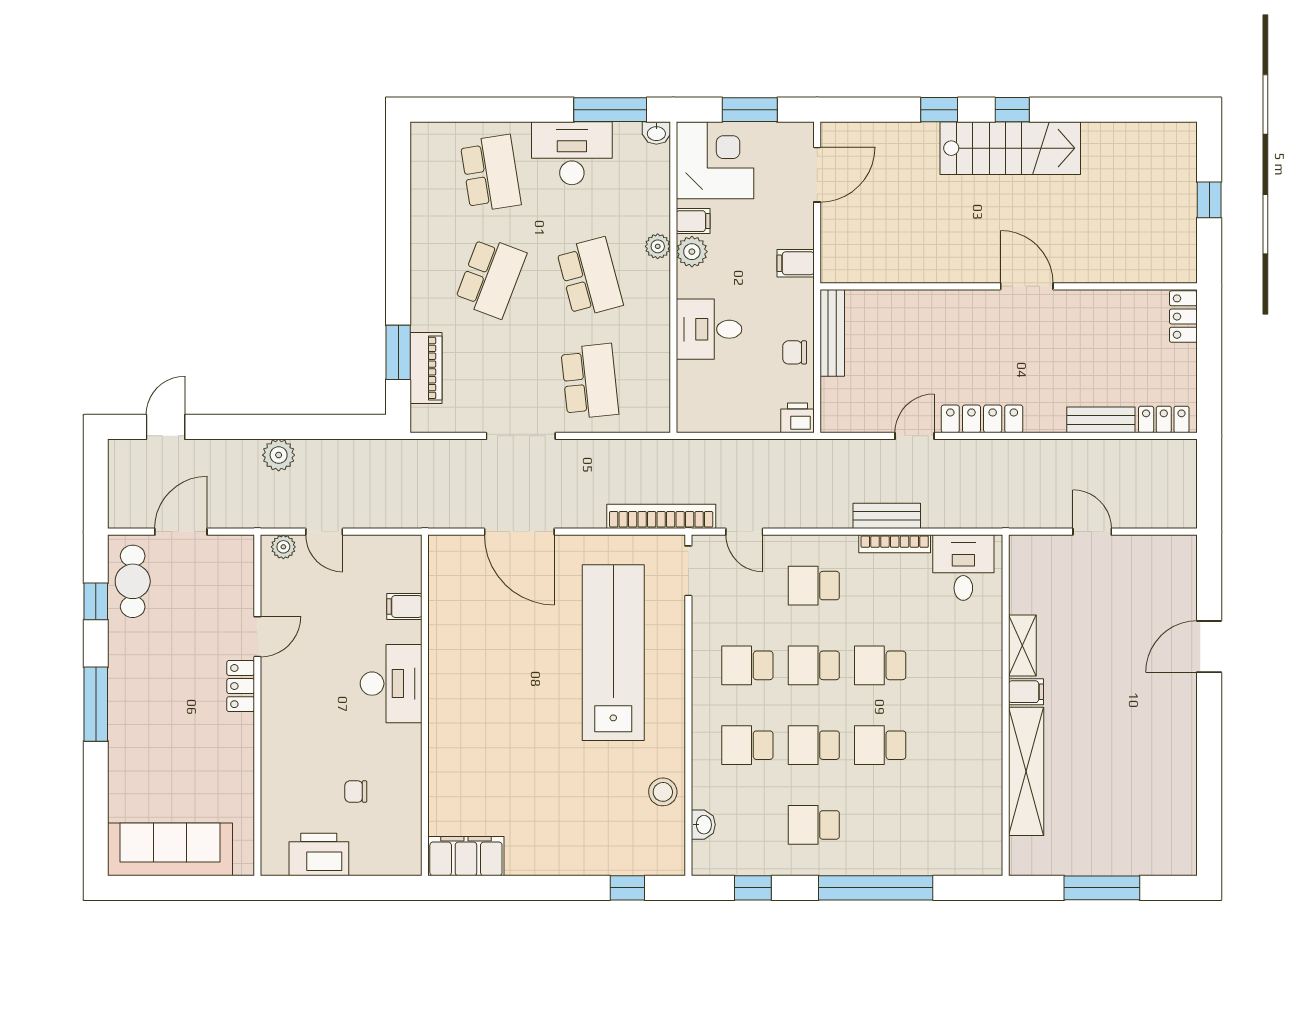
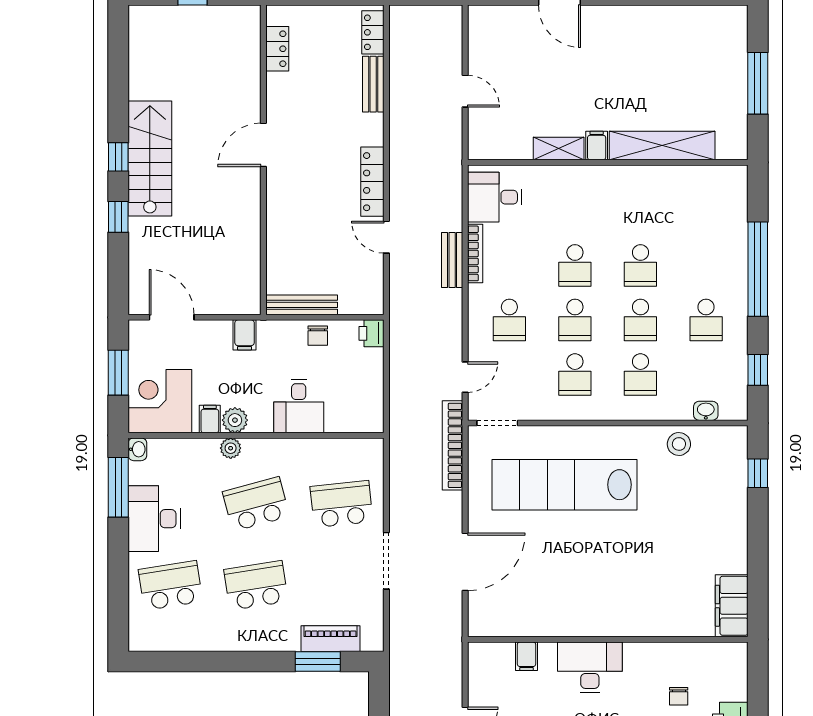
school desk: (491, 277) -> (256, 585), turned -30
locker: (1183, 317) -> (277, 49), moved, turned -90
door: (1092, 532) -> (465, 91), swing flipped

